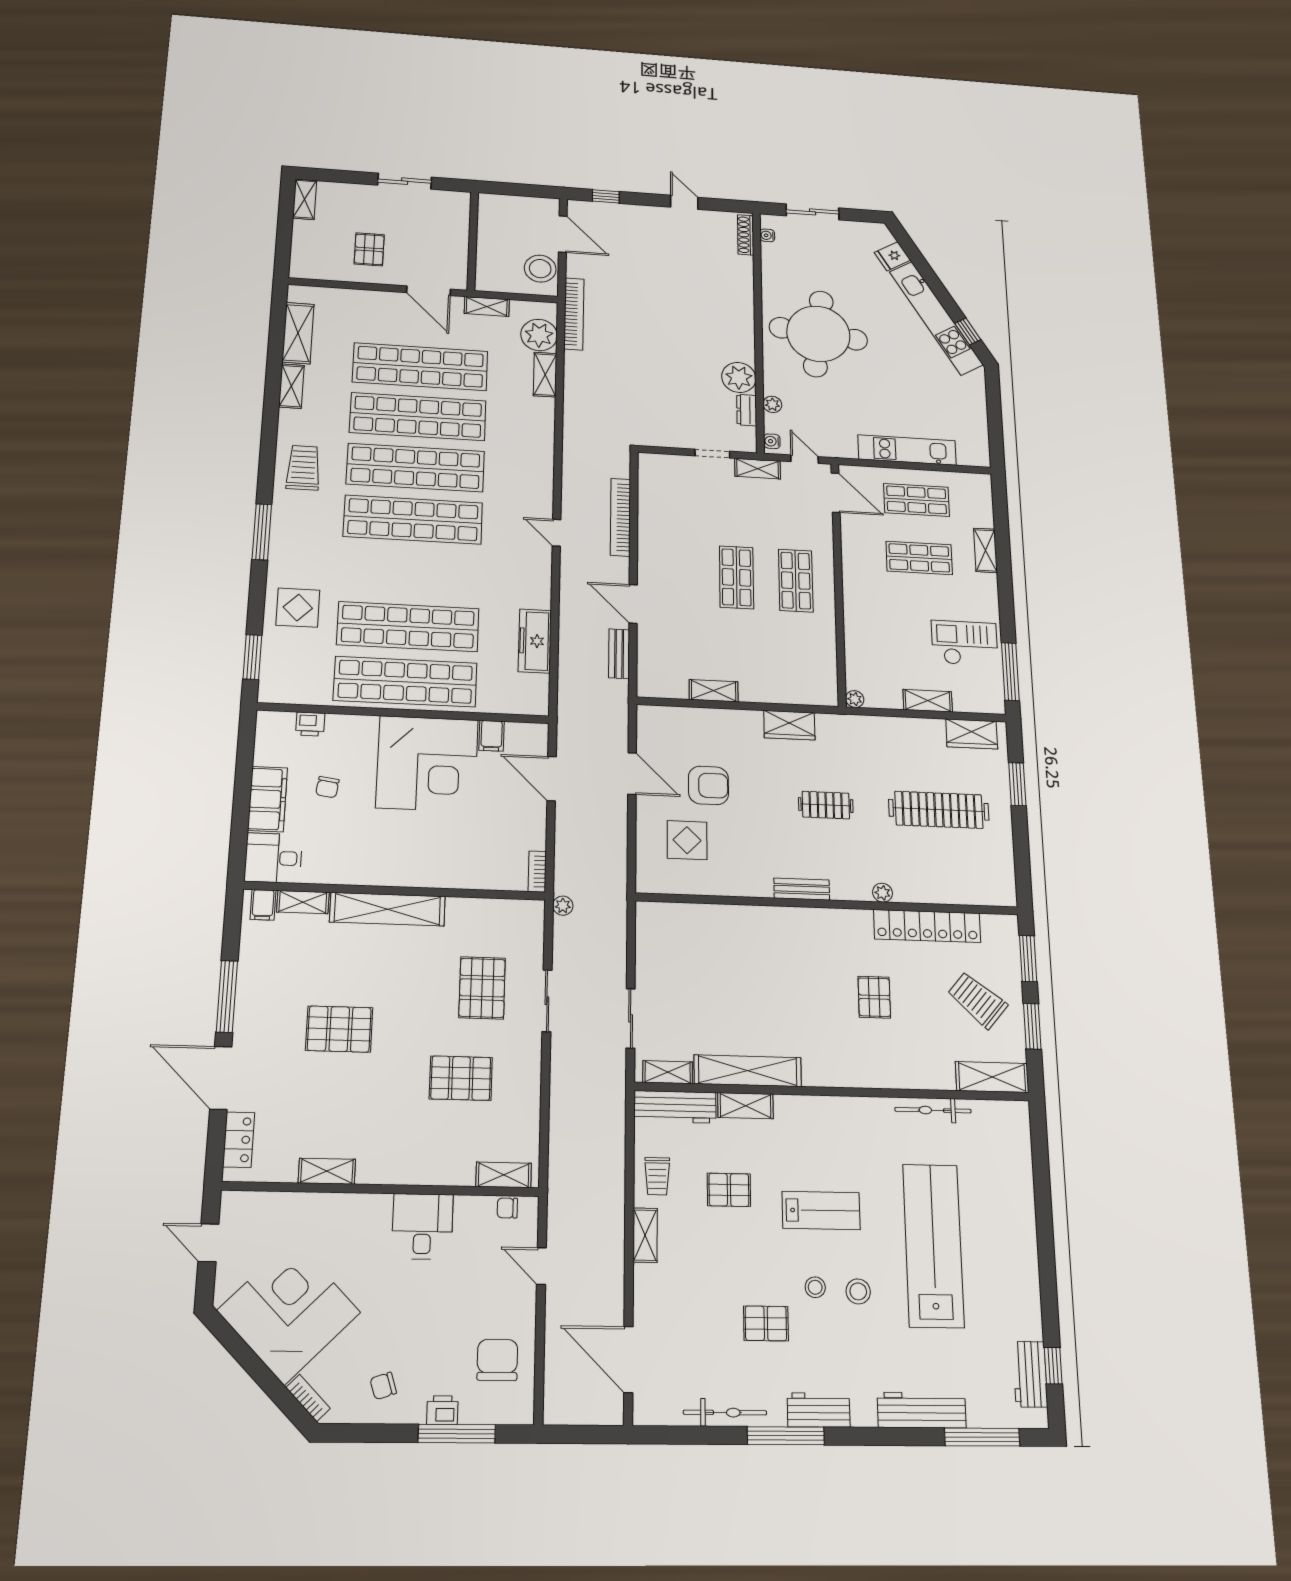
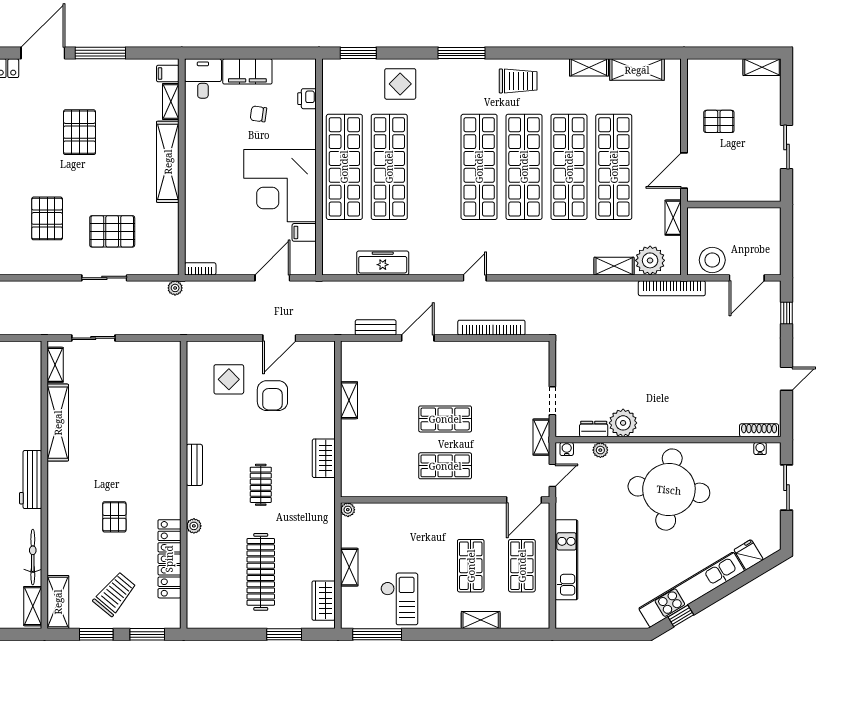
pallet: (874, 997) -> (114, 517), turned 90
shelving: (745, 1106) -> (33, 606), moved
workbench: (675, 1107) -> (31, 480), moved

